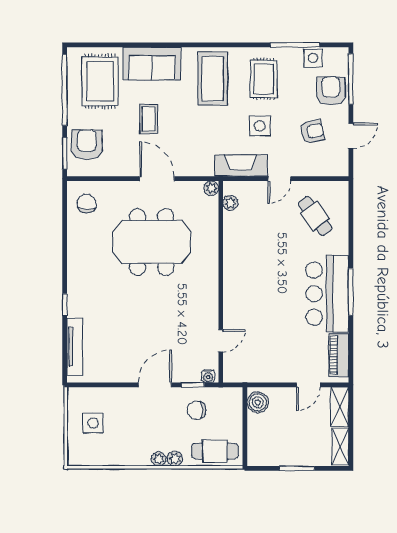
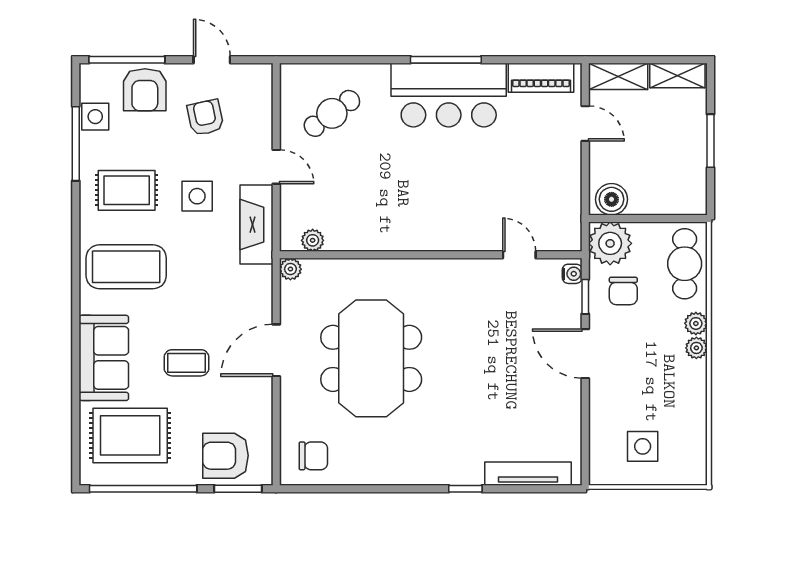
armchair: (331, 91) -> (145, 90), turned -90
chair: (87, 203) -> (313, 456), turned 180
plant: (228, 401) -> (610, 243), added

